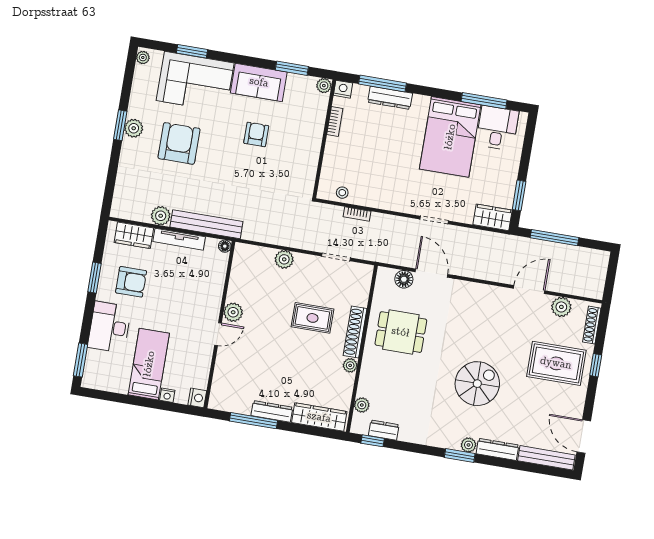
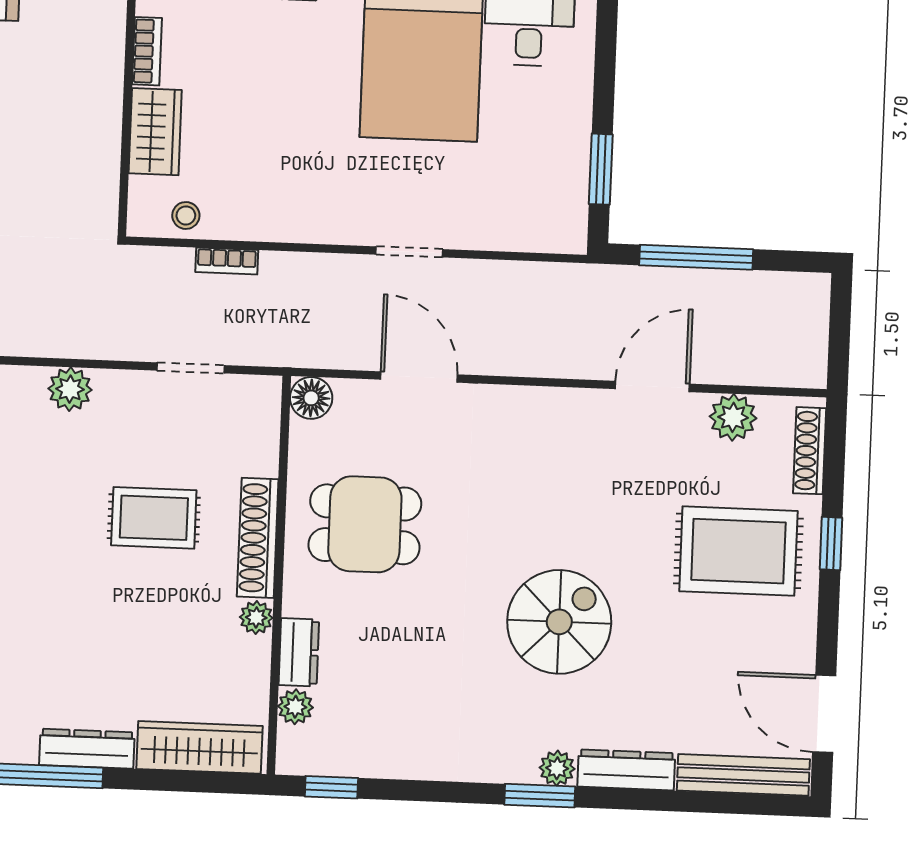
wardrobe: (493, 217) -> (155, 132), moved, turned 90
floor lamp: (404, 279) -> (311, 398), moved
dresser: (384, 430) -> (299, 652), moved, turned 90

